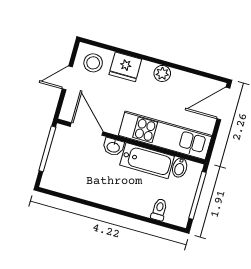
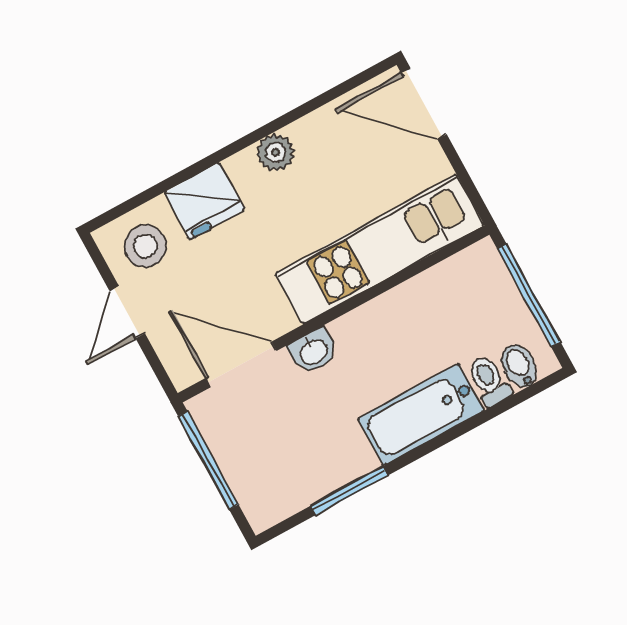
door: (223, 103) -> (424, 104), hinge flipped
bathtub: (147, 161) -> (421, 414), moved, turned 180
bidet: (180, 168) -> (519, 366), moved, turned 180
window: (82, 201) -> (349, 491), added

